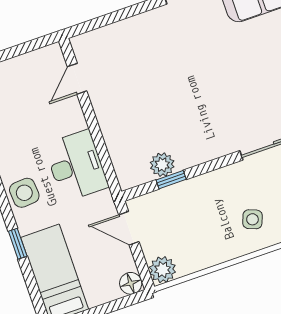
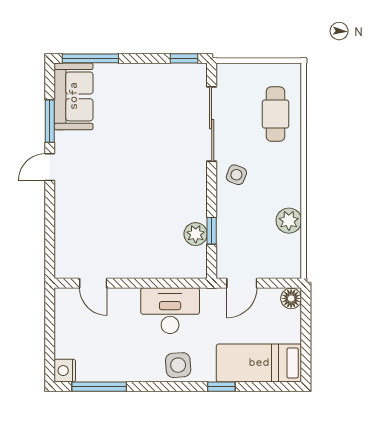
side table: (252, 219) -> (236, 175), moved
plant: (162, 270) -> (289, 221), moved

